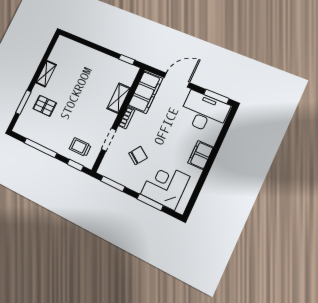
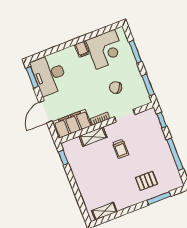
shelving: (46, 74) -> (104, 211), moved
door: (177, 80) -> (46, 112), hinge flipped
pallet: (45, 106) -> (146, 181), turned 90
trolley: (80, 147) -> (121, 149), moved
filing cabinet: (201, 155) -> (82, 49), width x0.50
corner desk: (165, 185) -> (106, 49), moved, turned -90

